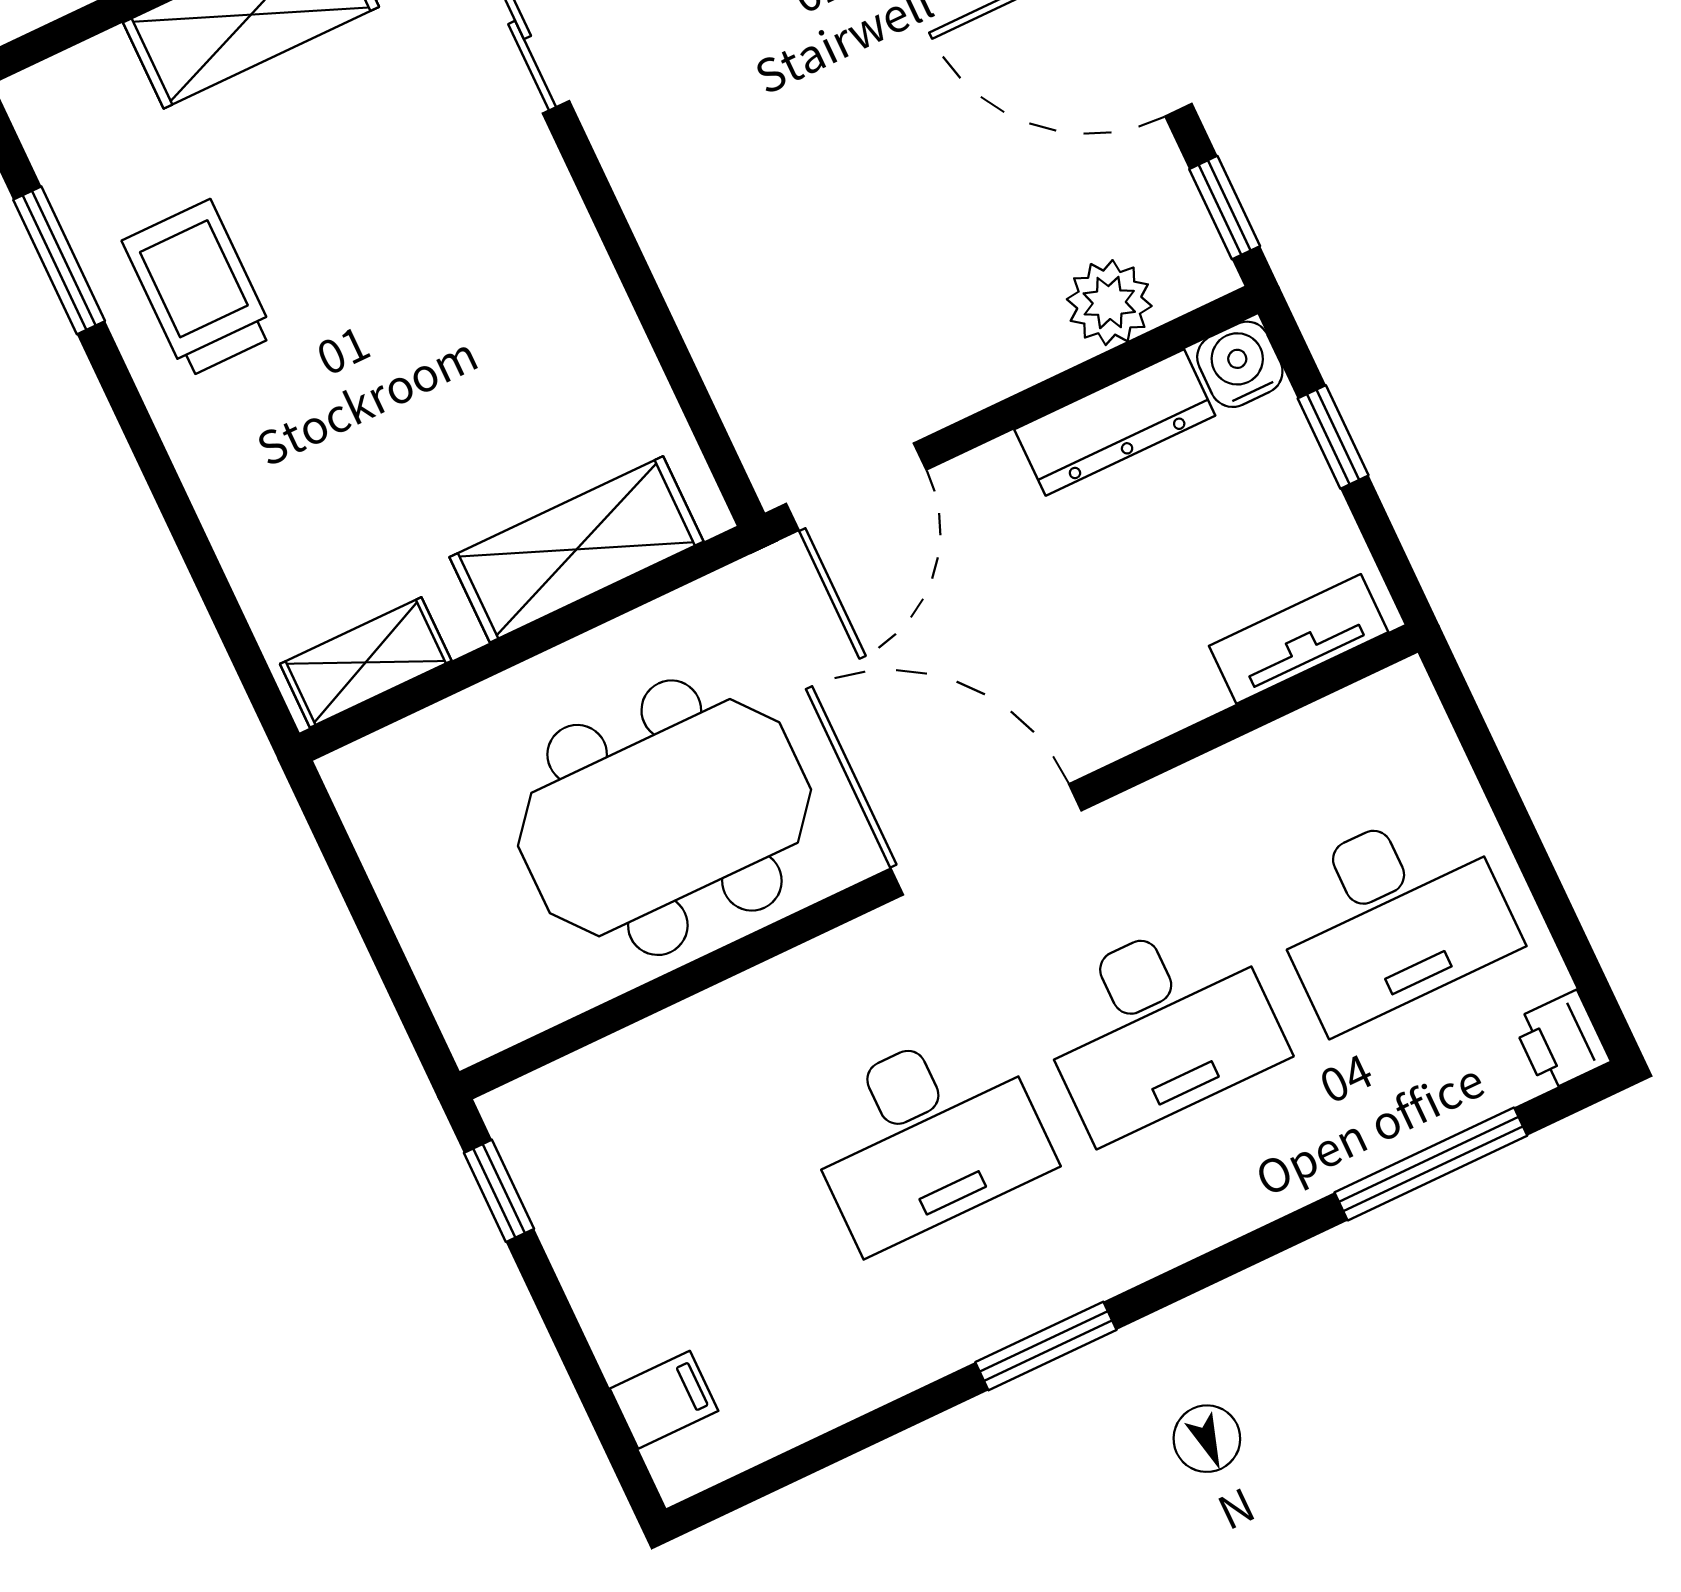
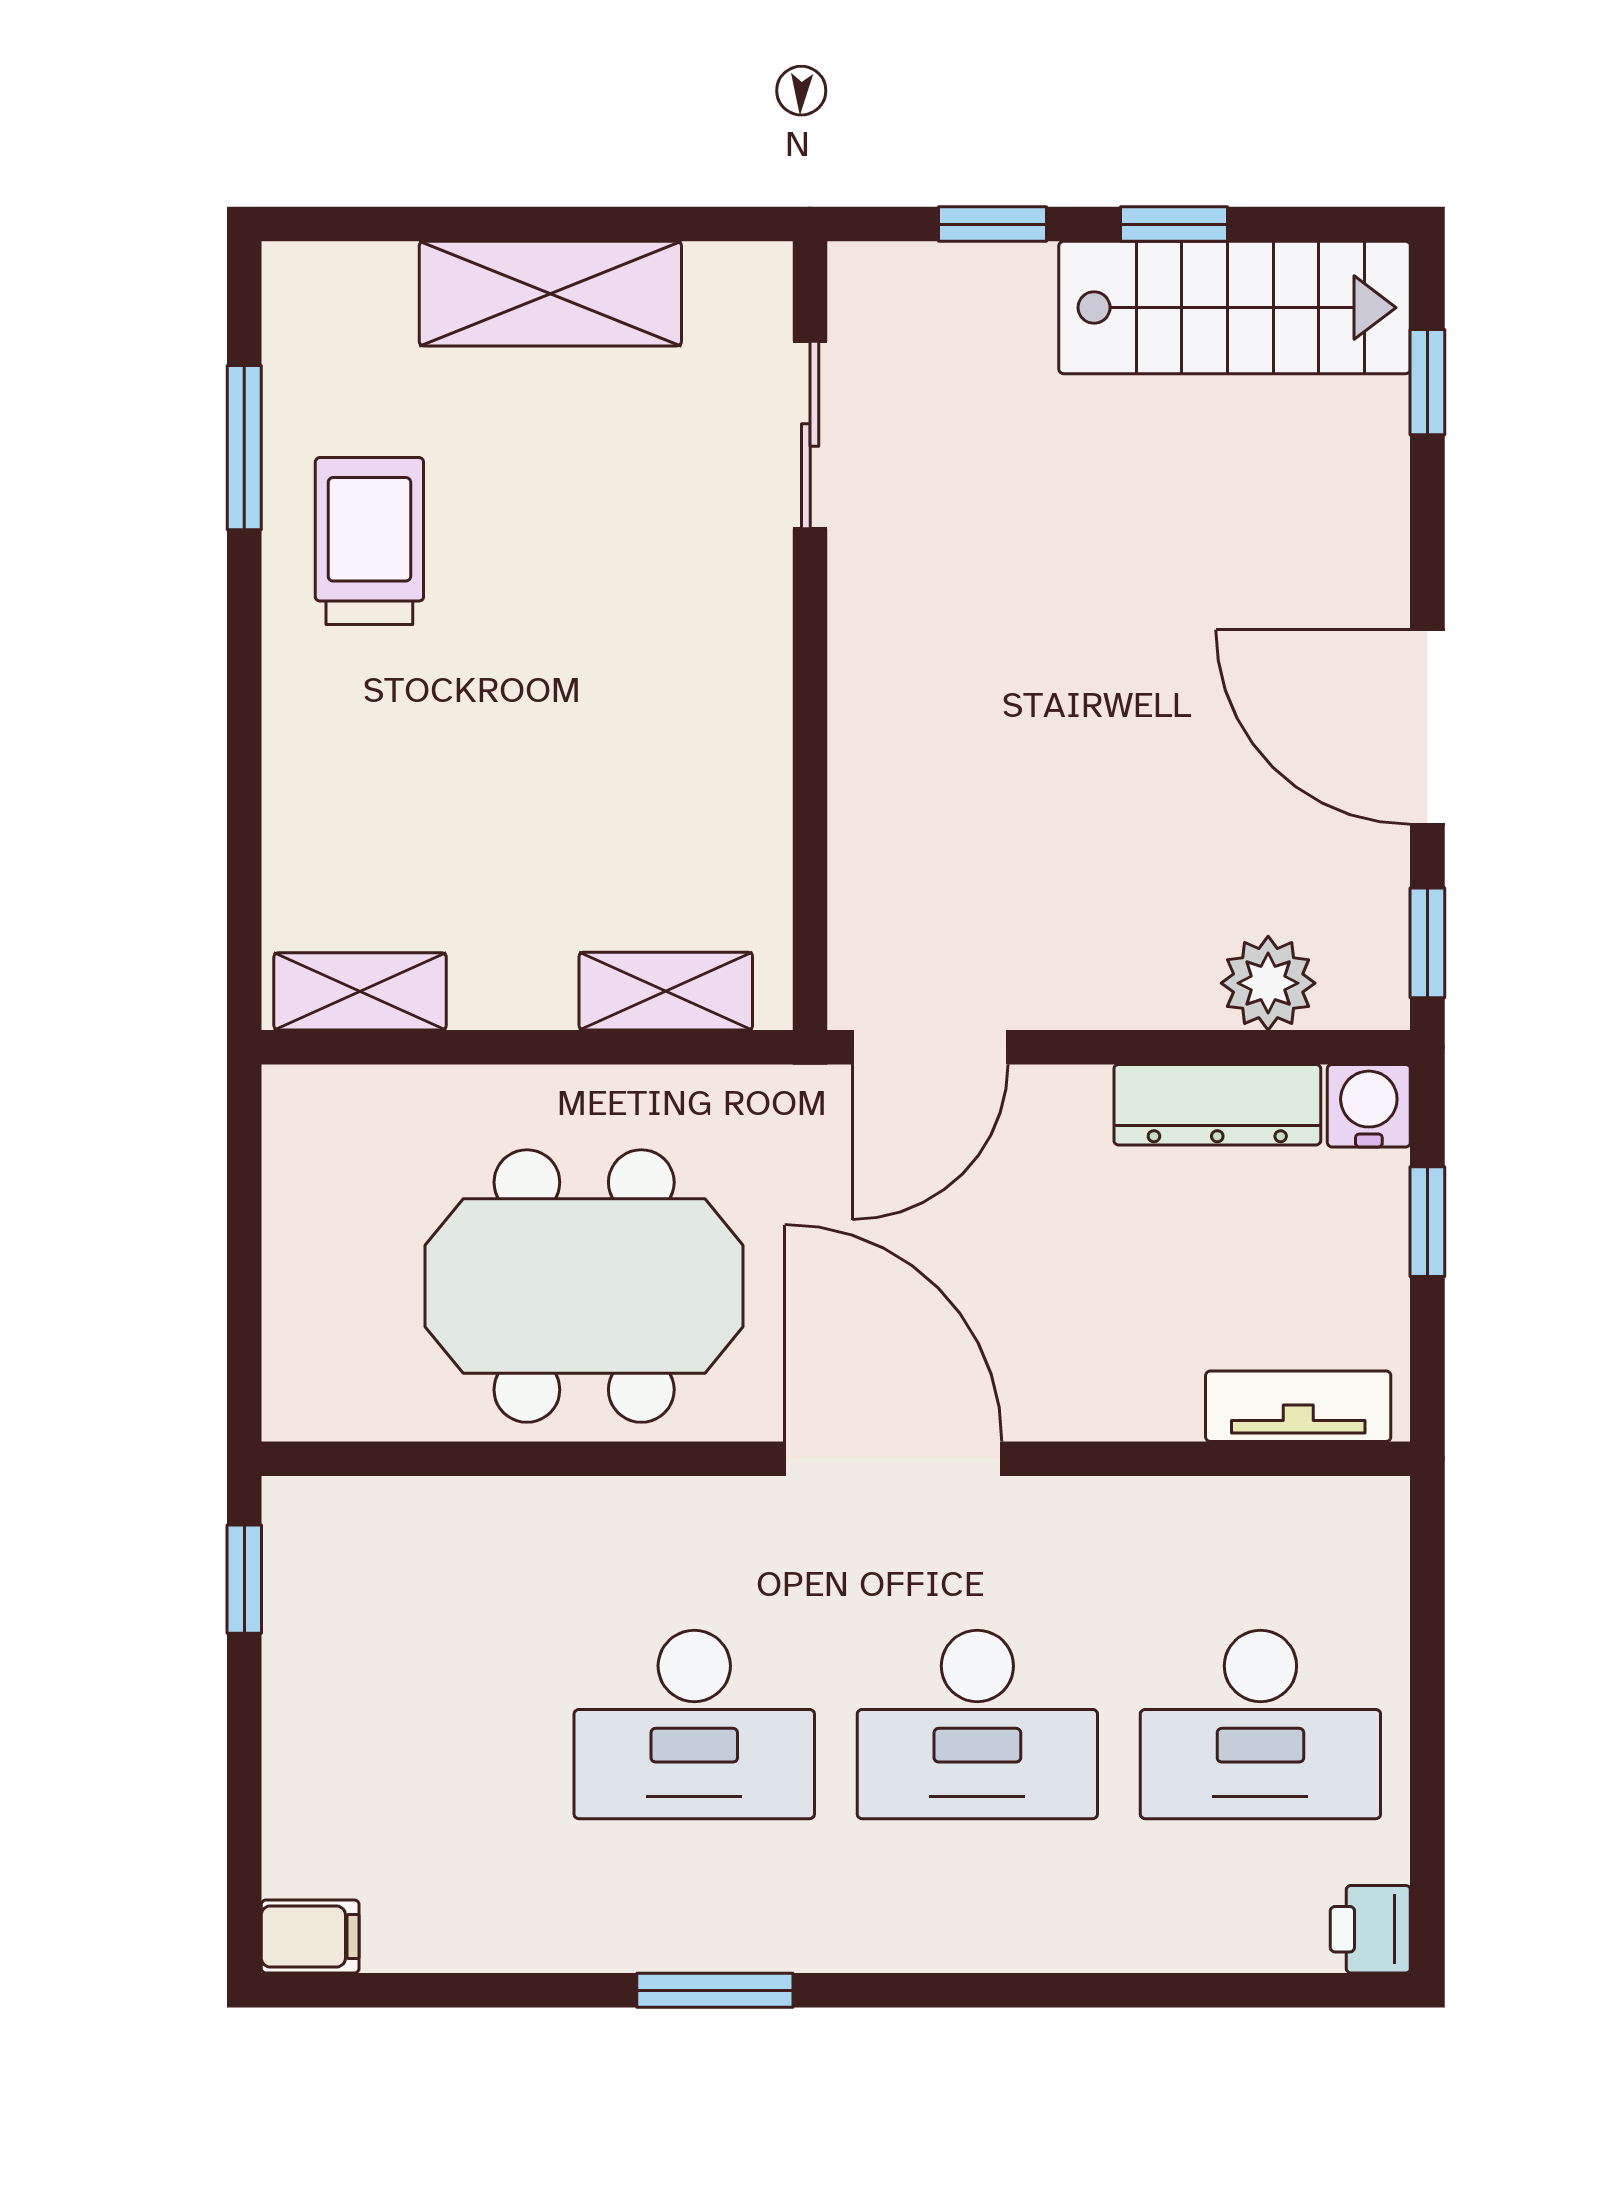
shelving: (576, 549) -> (666, 991), width x0.67, depth x0.75
window: (1431, 1164) -> (1183, 1990), removed
filing cabinet: (664, 1400) -> (310, 1937), moved

